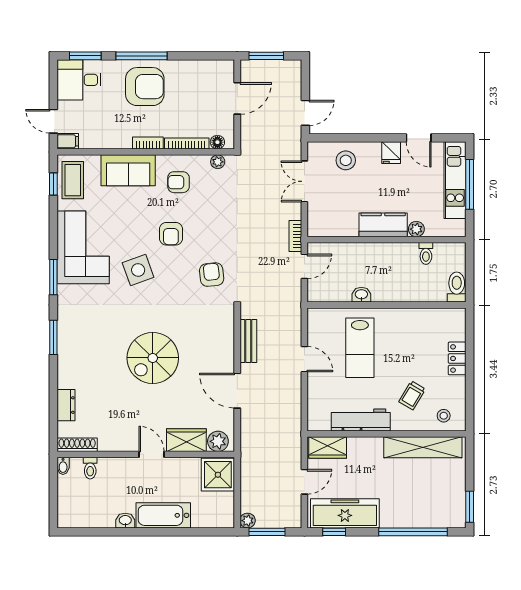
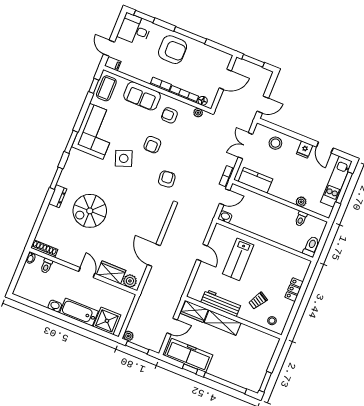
window: (141, 56) -> (190, 35), moved
kitchen counter: (383, 225) -> (255, 180), moved
washbasin: (361, 295) -> (225, 217), moved
bench: (248, 341) -> (173, 228), removed
spiral stairs: (153, 358) -> (90, 211), moved
dresser: (66, 405) -> (58, 196), moved
shelving: (423, 447) -> (223, 323), moved, width x0.68
shower: (218, 475) -> (107, 321), moved
window: (334, 532) -> (190, 369), moved

